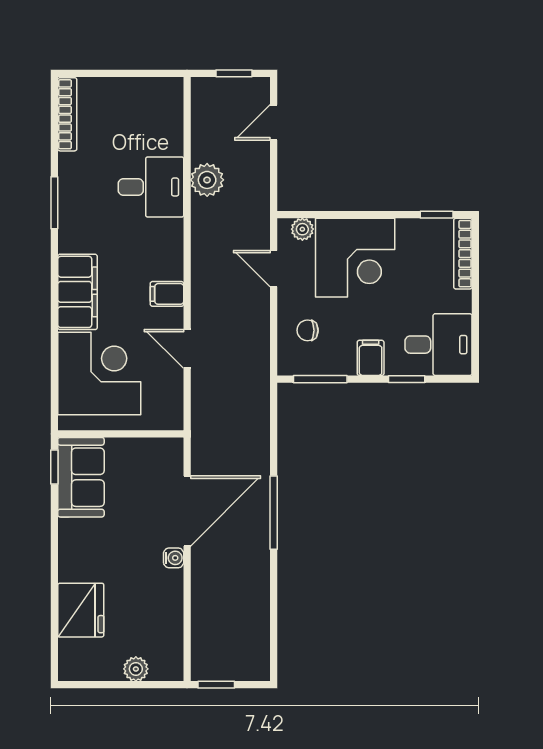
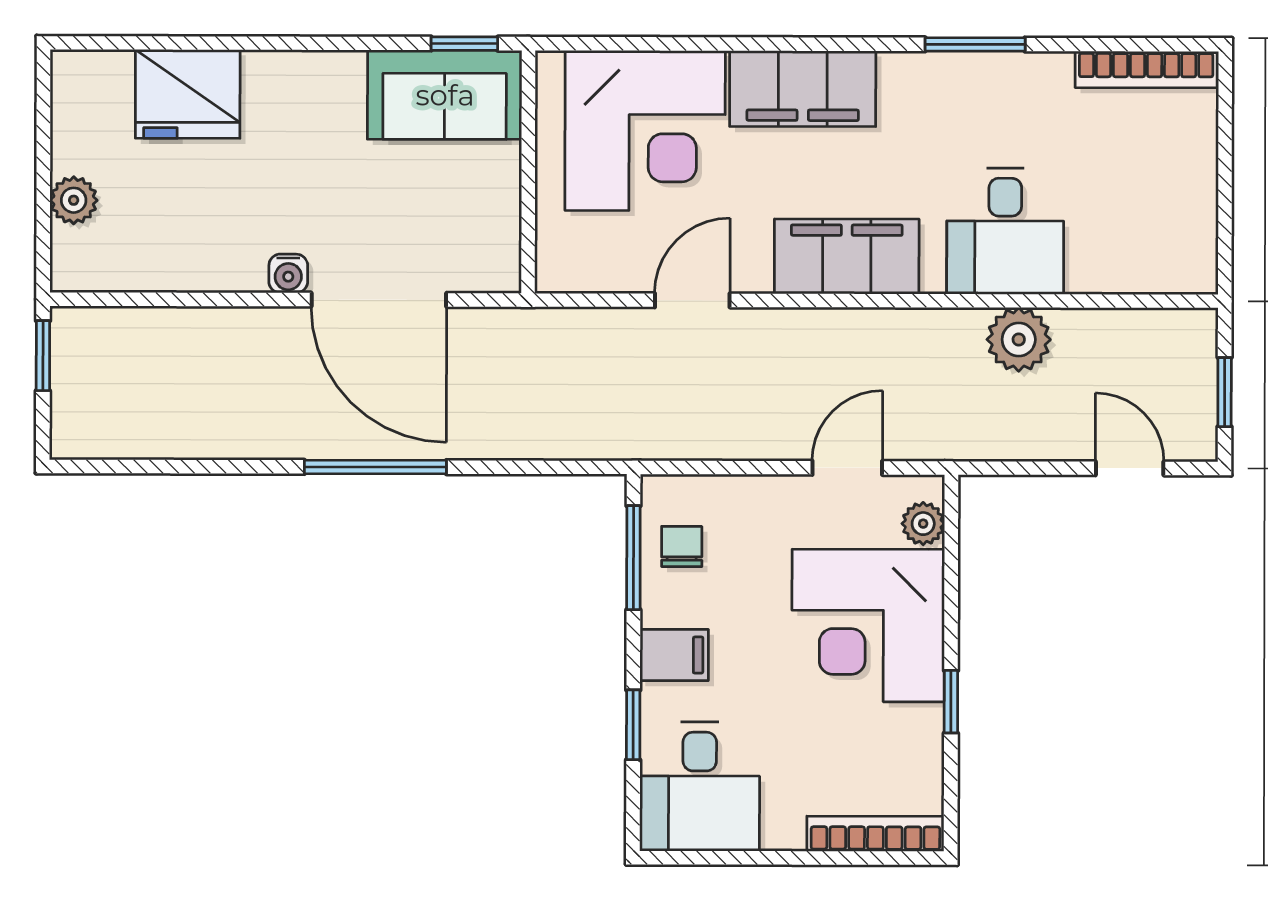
window: (437, 215) -> (951, 702), moved
filing cabinet: (167, 294) -> (847, 256), width x3.00, depth x1.17
chair: (308, 330) -> (682, 546), moved

